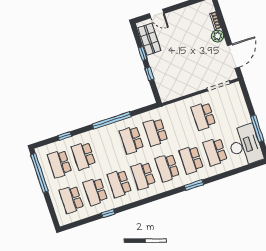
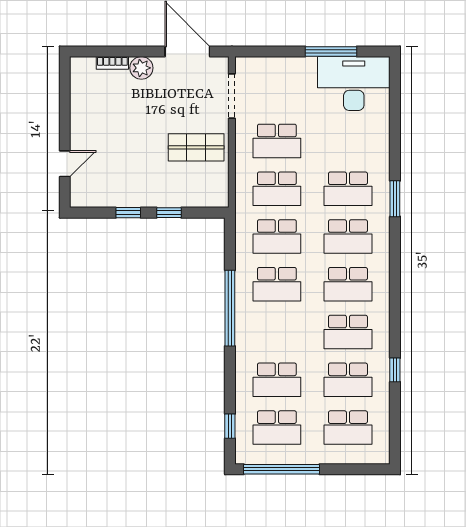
shop shelf: (149, 39) -> (196, 147), moved
window: (65, 136) -> (230, 426), moved
school desk: (215, 152) -> (277, 189), moved

